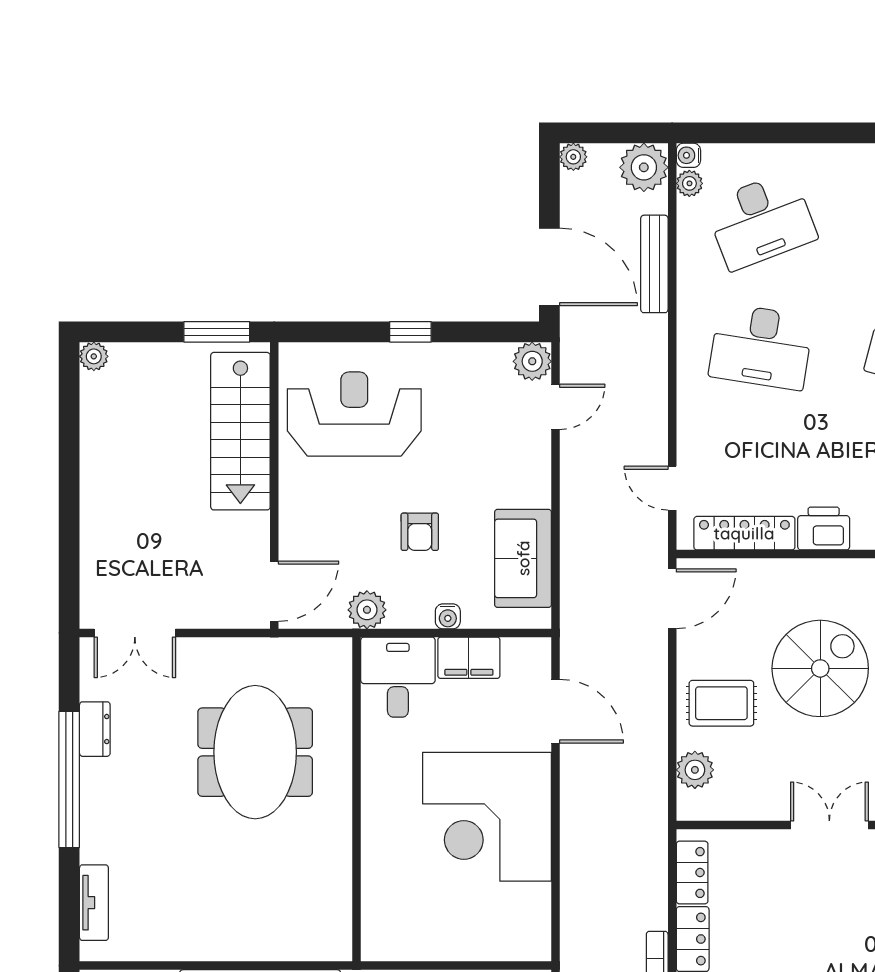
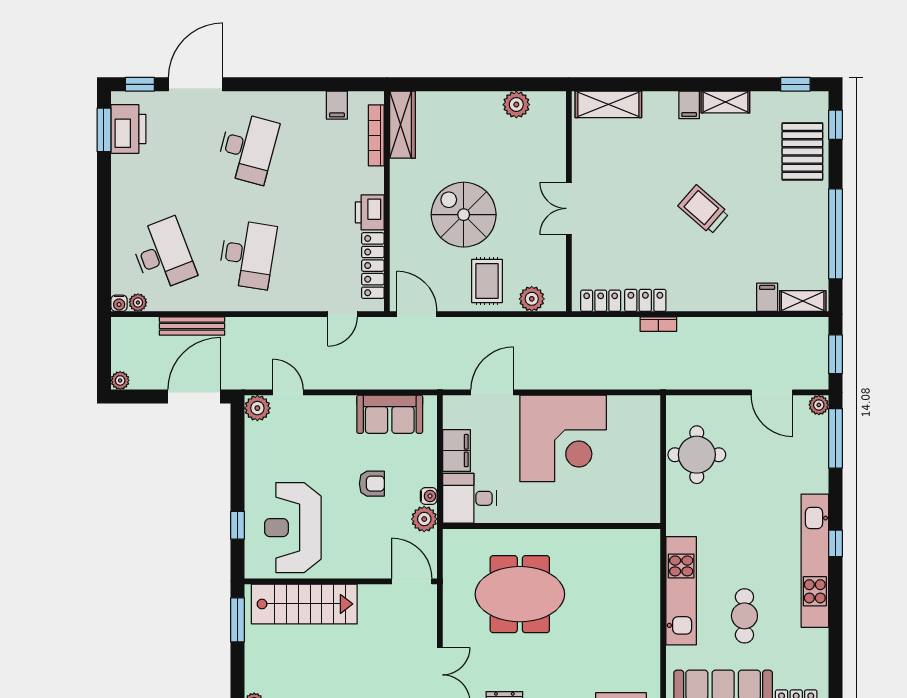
plant: (644, 167) -> (127, 333), removed
window: (410, 332) -> (238, 525), moved
water cooler: (448, 616) -> (429, 496), moved

